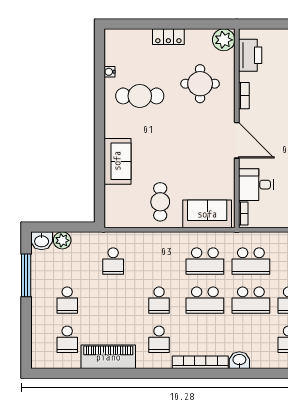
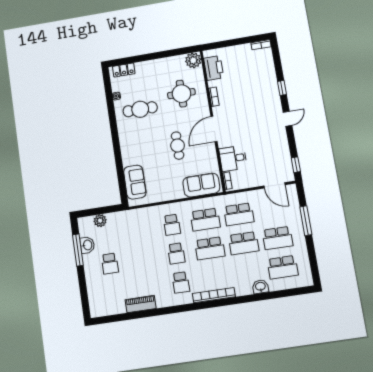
locker: (168, 37) -> (124, 70), moved
door: (237, 140) -> (214, 129), swing flipped
sofa: (117, 161) -> (135, 182), moved
cafe table: (160, 202) -> (178, 146), moved
washbasin: (42, 241) -> (87, 245), moved, turned -90
school desk: (113, 261) -> (172, 225), moved
school desk: (67, 339) -> (114, 292), removed
piano: (108, 357) -> (141, 304), width x0.73, depth x0.75
washbasin: (239, 360) -> (260, 287), moved

